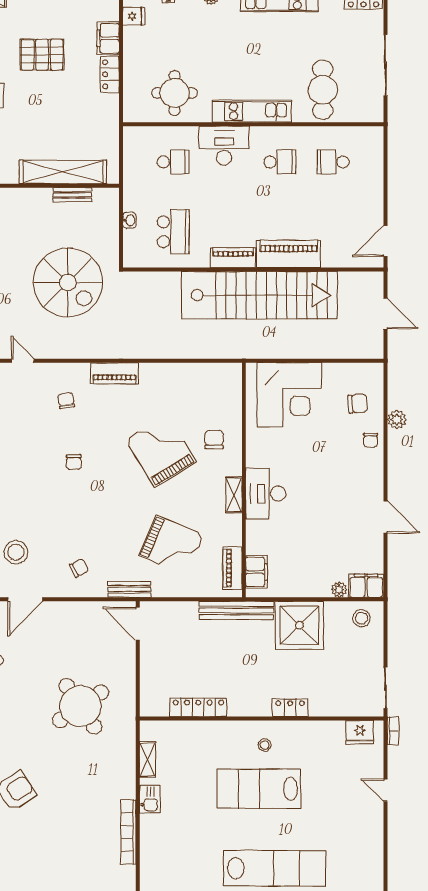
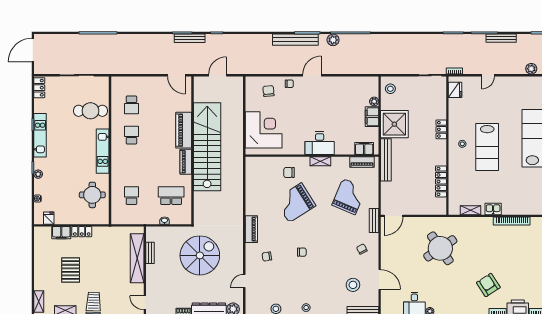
desk: (224, 146) -> (122, 167), removed
plant: (397, 420) -> (531, 69), moved
door: (385, 517) -> (312, 75), moved
filing cabinet: (366, 586) -> (372, 117), moved

